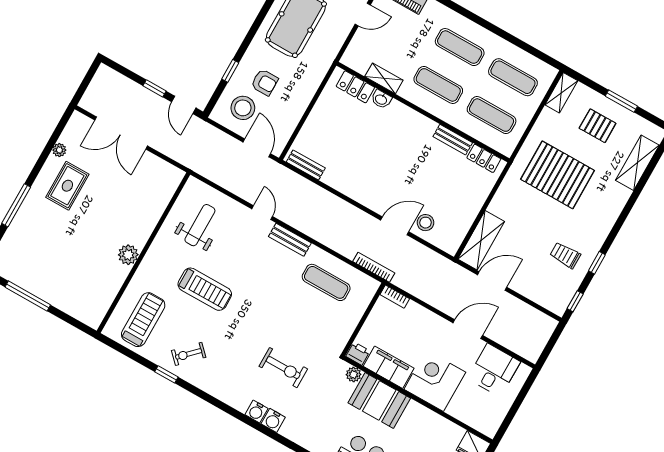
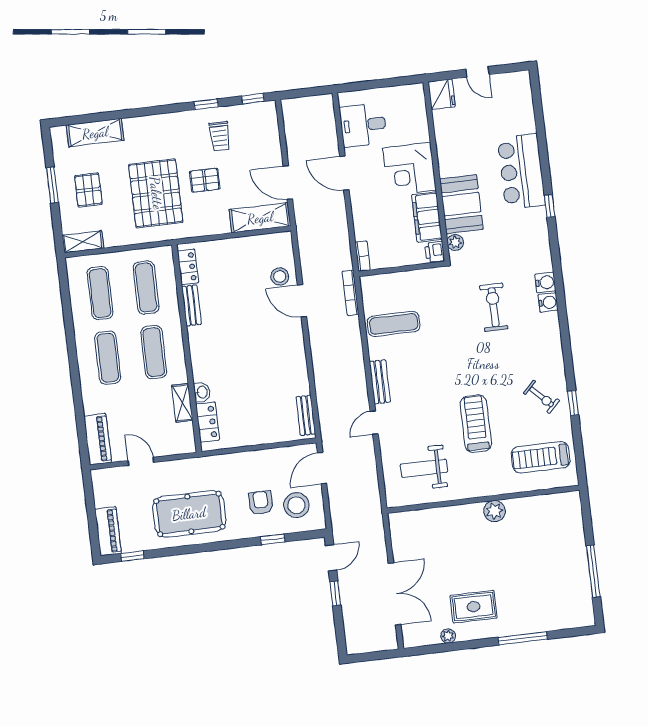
pallet: (540, 219) -> (205, 180), added
exercise mat: (326, 282) -> (394, 324), turned 90

